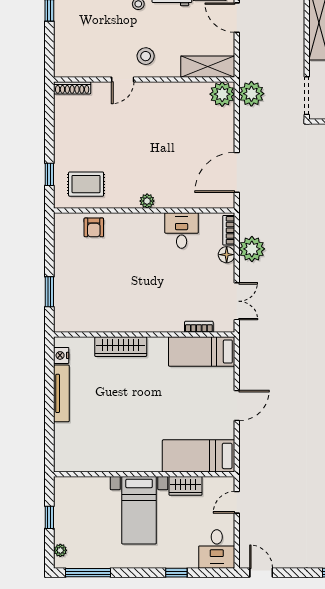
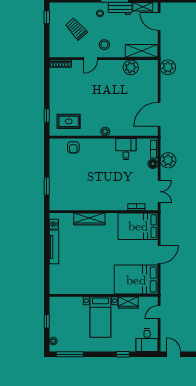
trolley: (99, 30) -> (76, 29), added
plant: (222, 94) -> (131, 67), moved
bed: (202, 351) -> (138, 226), width x1.50
bed: (199, 456) -> (136, 280), width x1.50

